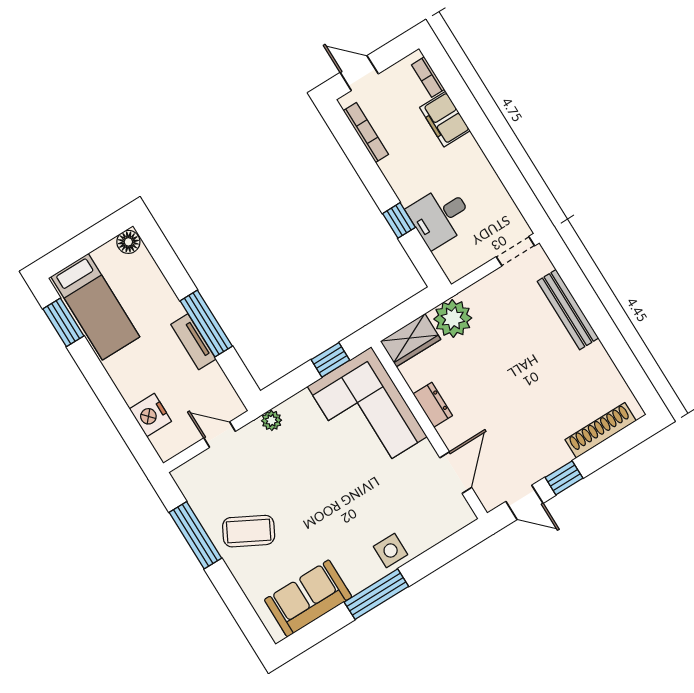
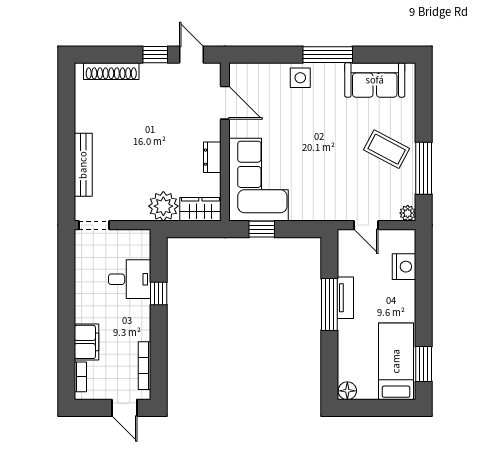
plant: (272, 420) -> (408, 213), moved
door: (456, 473) -> (225, 103), swing flipped

